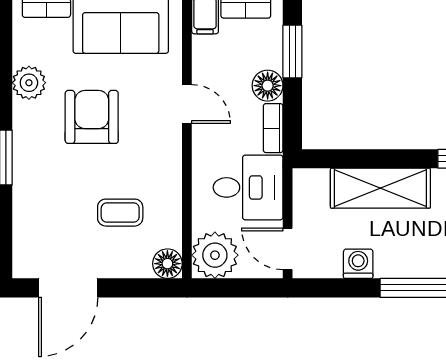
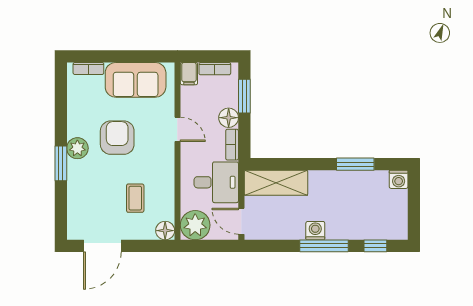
plant: (29, 83) -> (77, 148), moved
shelving: (380, 188) -> (276, 183), moved
coffee table: (120, 213) -> (135, 198), turned 90
washing machine: (358, 264) -> (315, 231), moved

